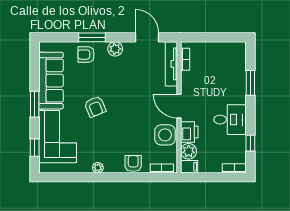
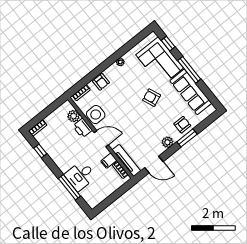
window: (250, 83) -> (69, 187), width x1.44
window: (35, 104) -> (189, 70), width x1.44
desk: (230, 120) -> (80, 176), moved
filing cabinet: (189, 167) -> (109, 161), moved

